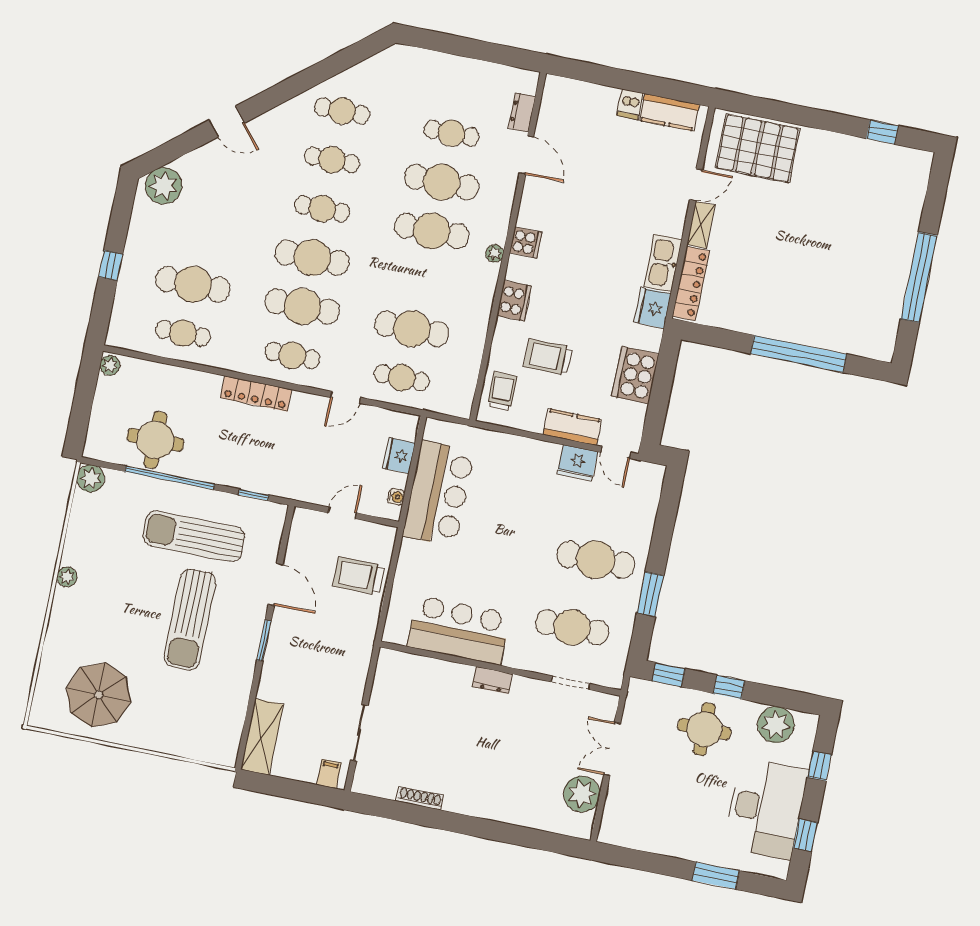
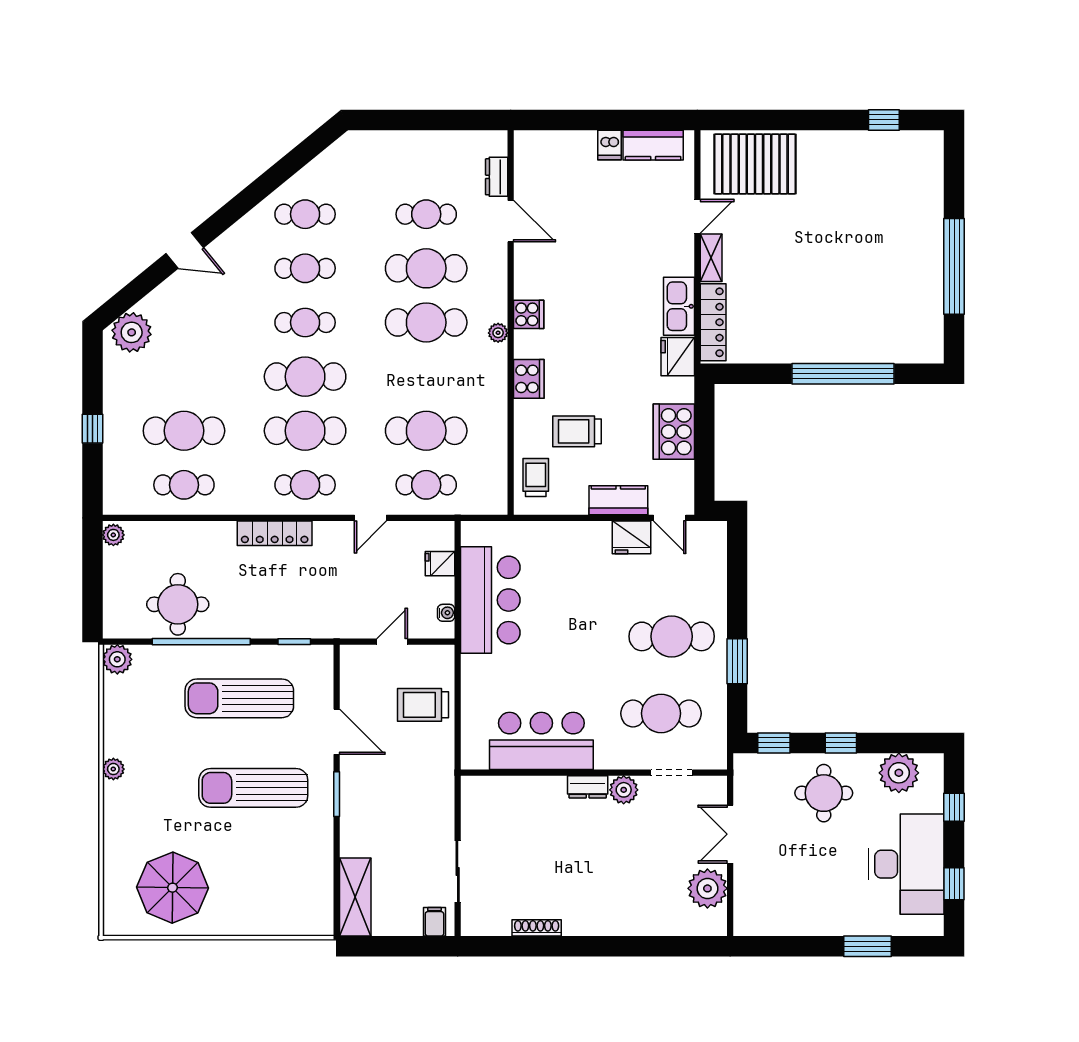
fridge: (399, 456) -> (440, 564), width x0.72
sun lounger: (190, 620) -> (253, 788), turned 90
plant: (524, 689) -> (624, 790), added

